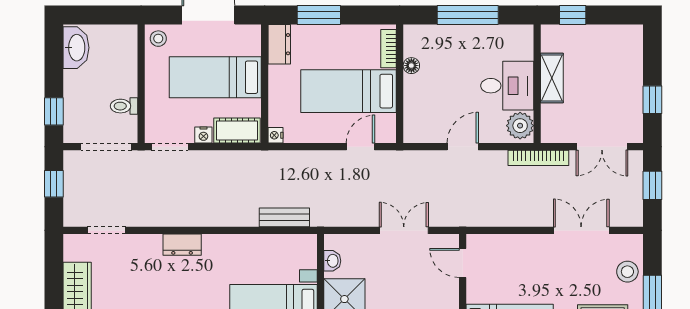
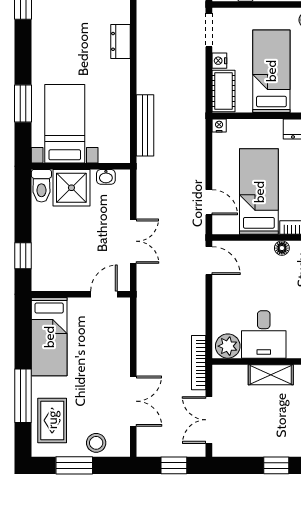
window: (652, 100) -> (276, 465), moved
door: (463, 147) -> (209, 261), moved
bench: (284, 217) -> (145, 125), width x1.36

